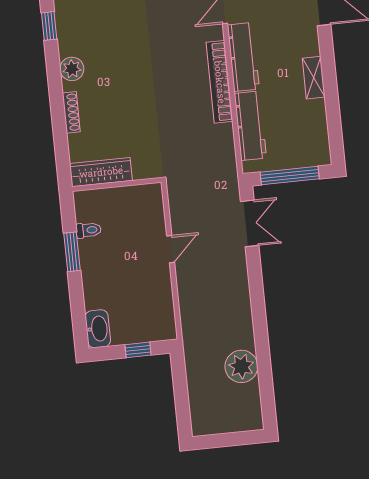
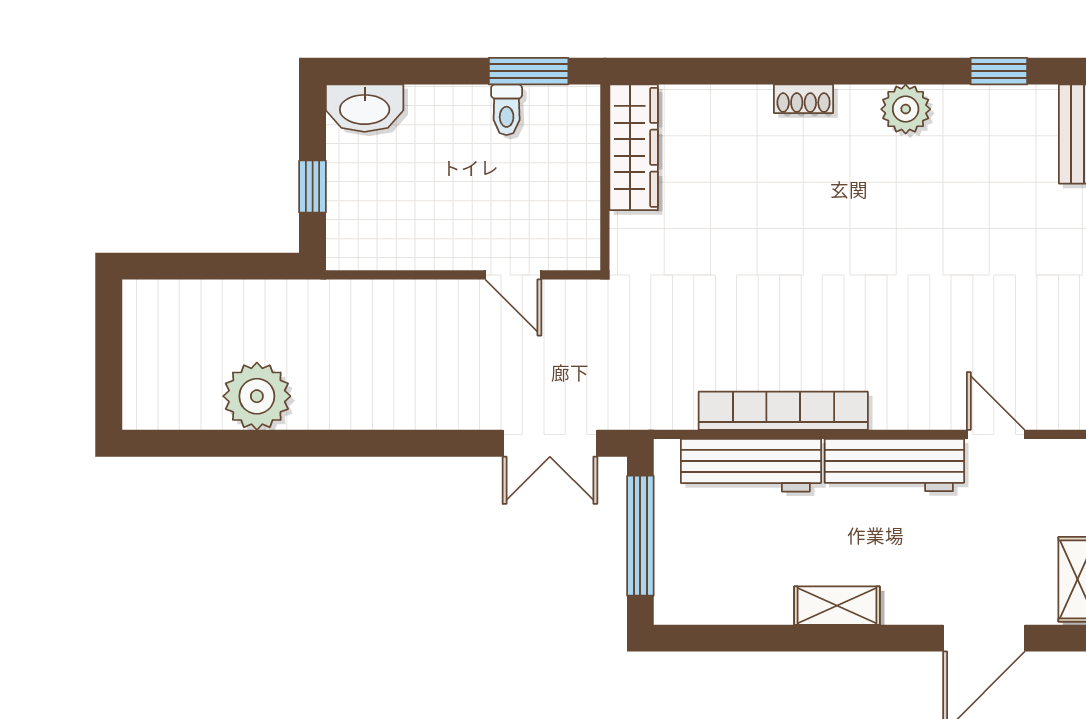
bookcase: (220, 82) -> (783, 411), moved
shoe rack: (71, 112) -> (804, 99), width x0.70
wardrobe: (101, 172) -> (634, 147), moved
wall: (117, 184) -> (605, 177), moved
toilet: (89, 230) -> (507, 110), moved

